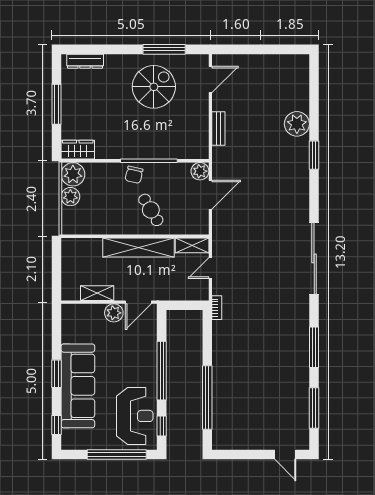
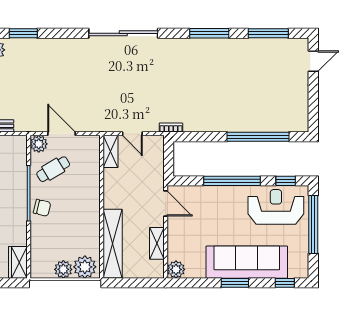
plant: (73, 174) -> (85, 267), moved
cafe table: (151, 210) -> (53, 169), moved
shelving: (138, 247) -> (113, 244), moved
plant: (114, 313) -> (176, 269), moved

